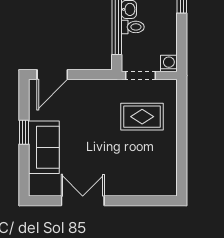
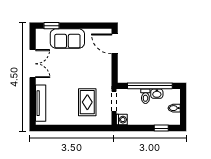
window: (24, 132) -> (52, 26), moved
tv unit: (143, 188) -> (41, 103), added

